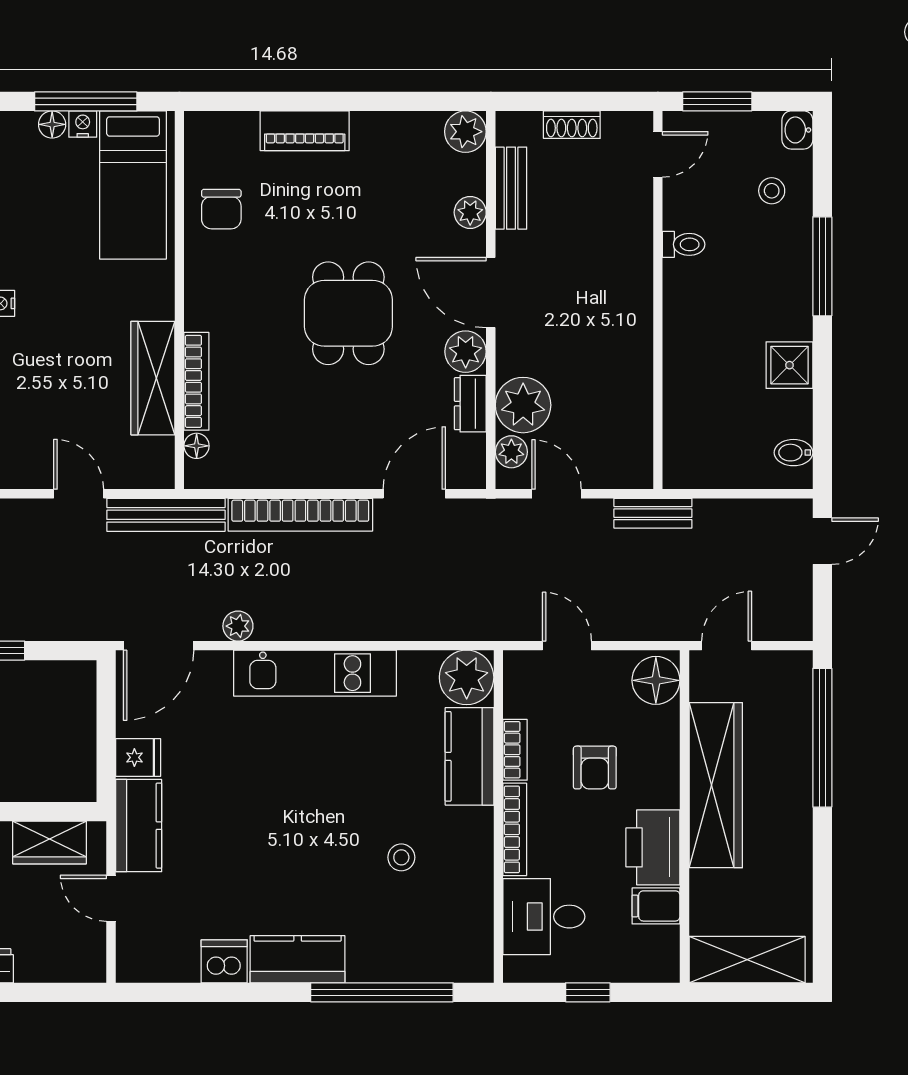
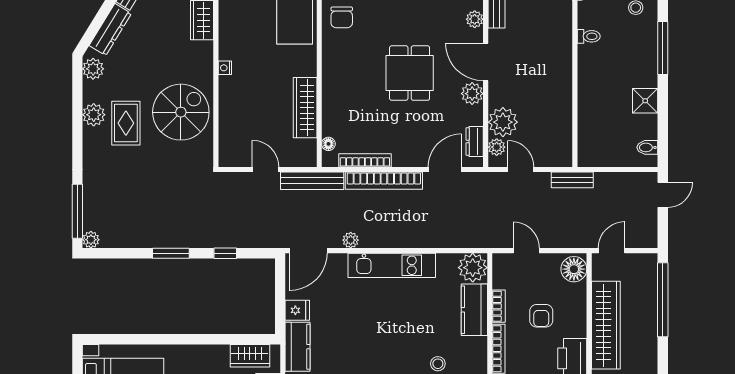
bookcase: (196, 381) -> (365, 160), moved, turned -90
dresser: (470, 404) -> (475, 141), moved

